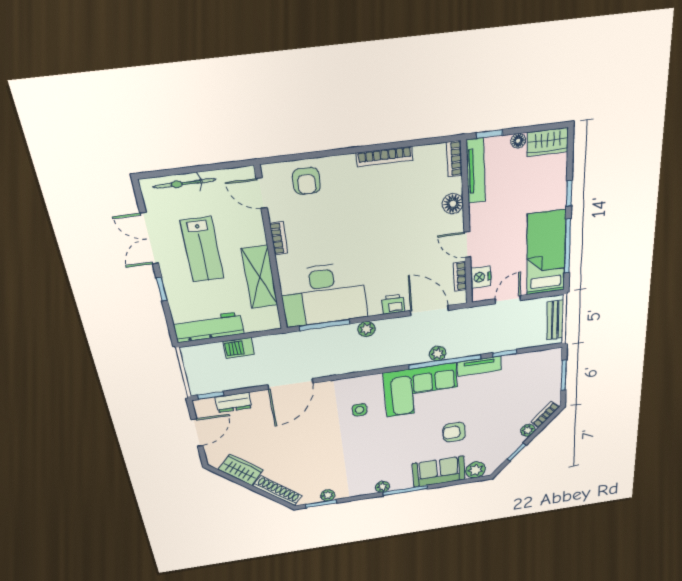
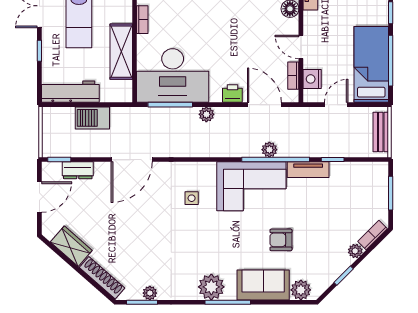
barbecue: (239, 348) -> (92, 118), width x1.38, depth x1.27
plant: (382, 487) -> (211, 287), width x1.87, depth x1.87

